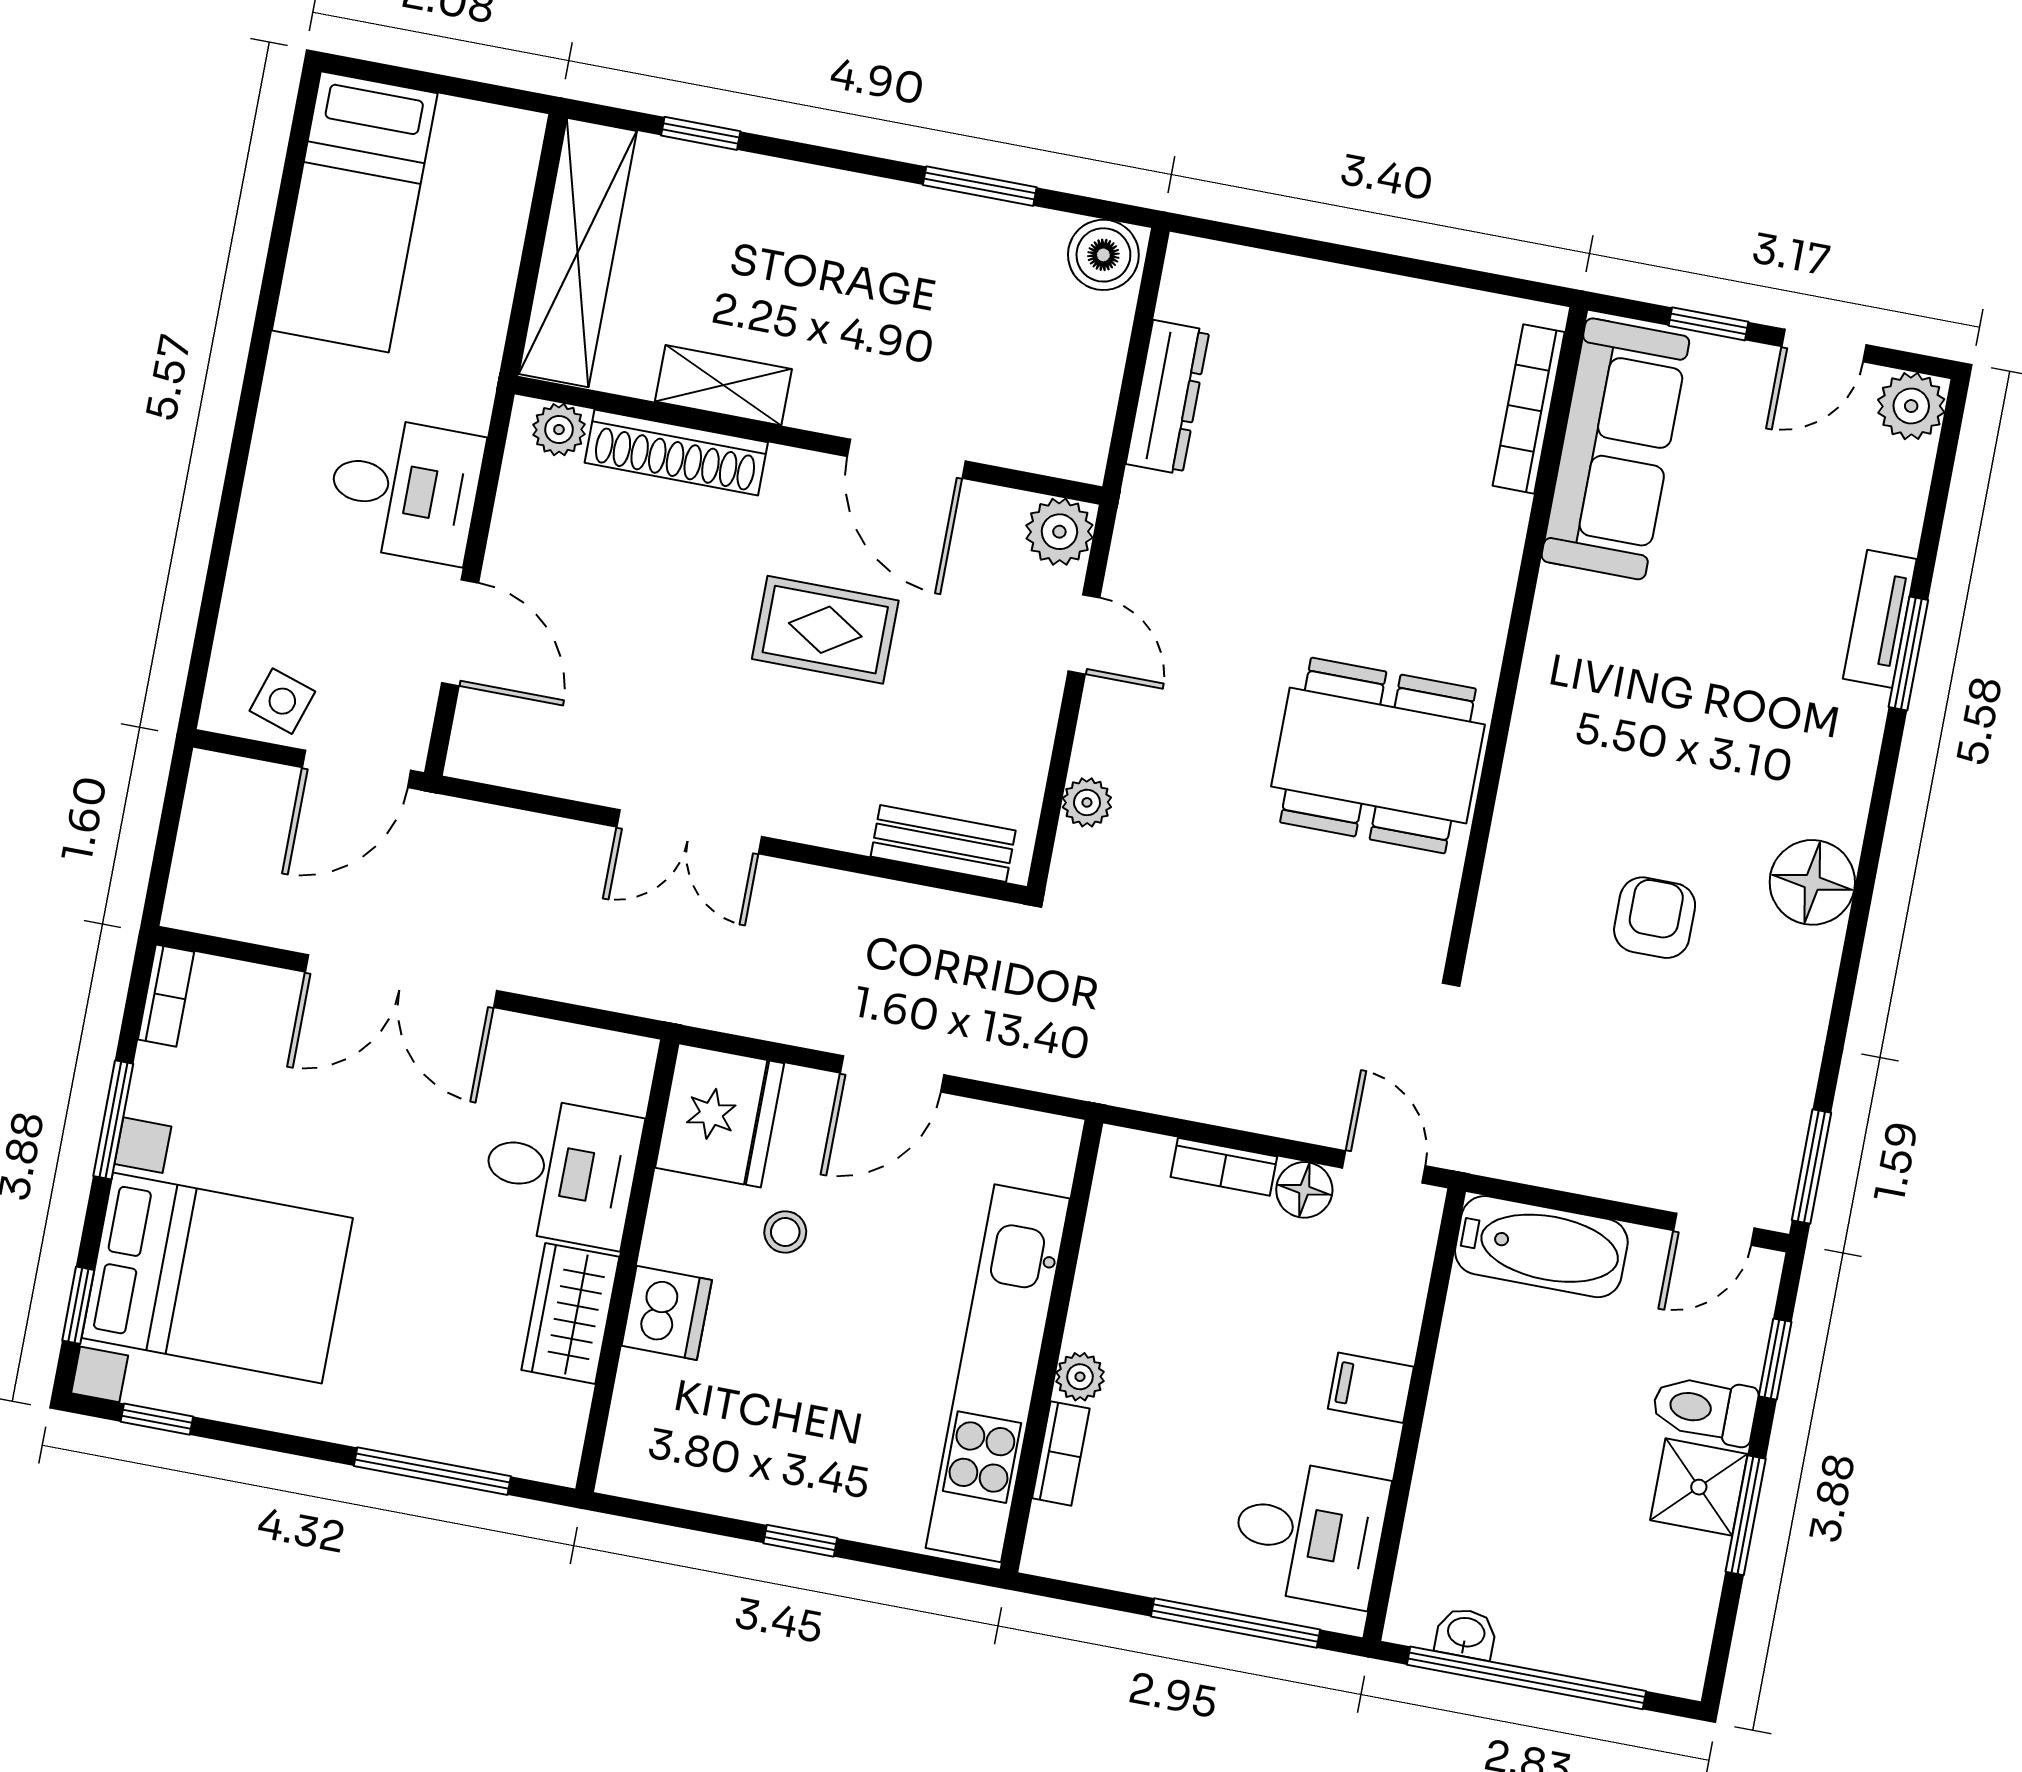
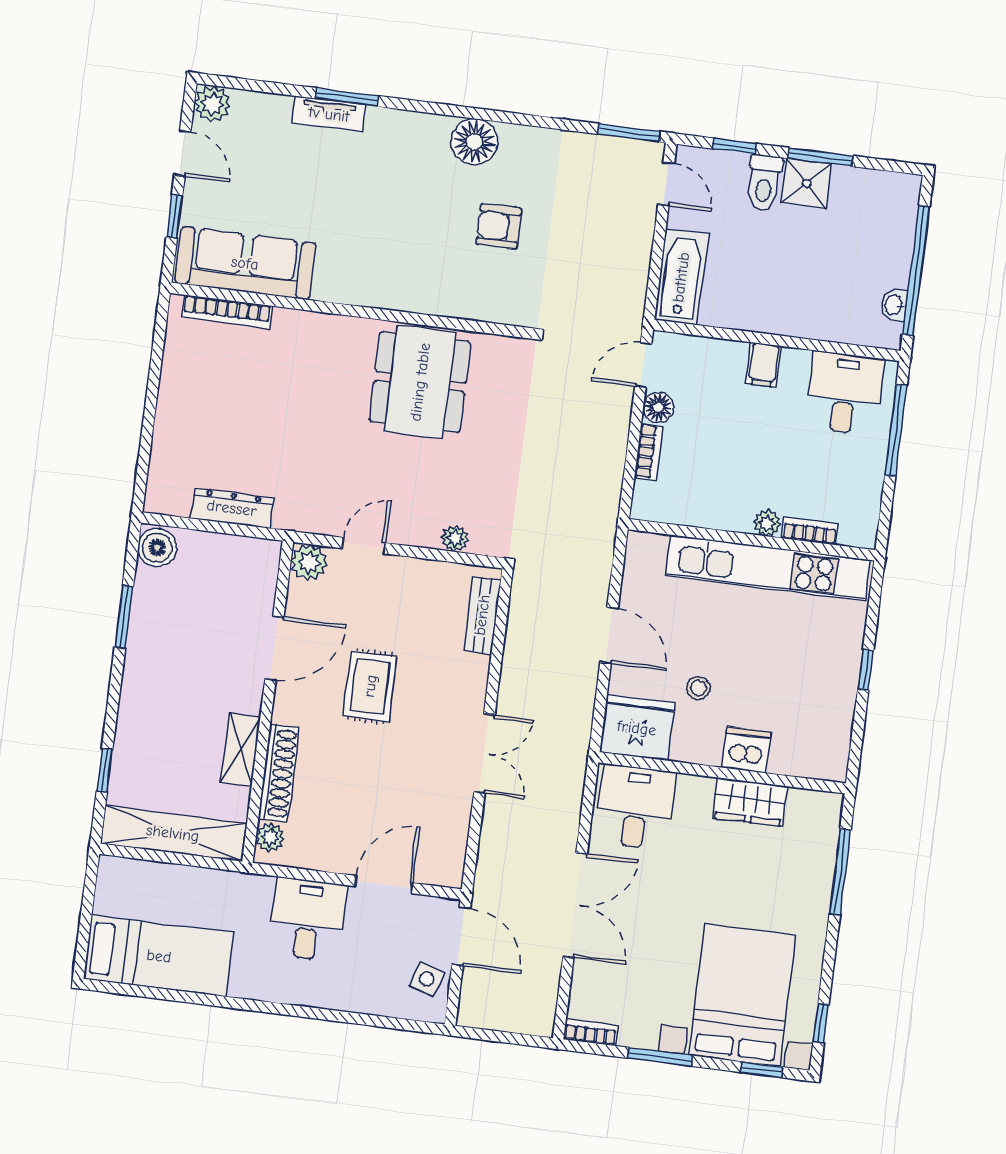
desk: (561, 1171) -> (636, 807), moved

